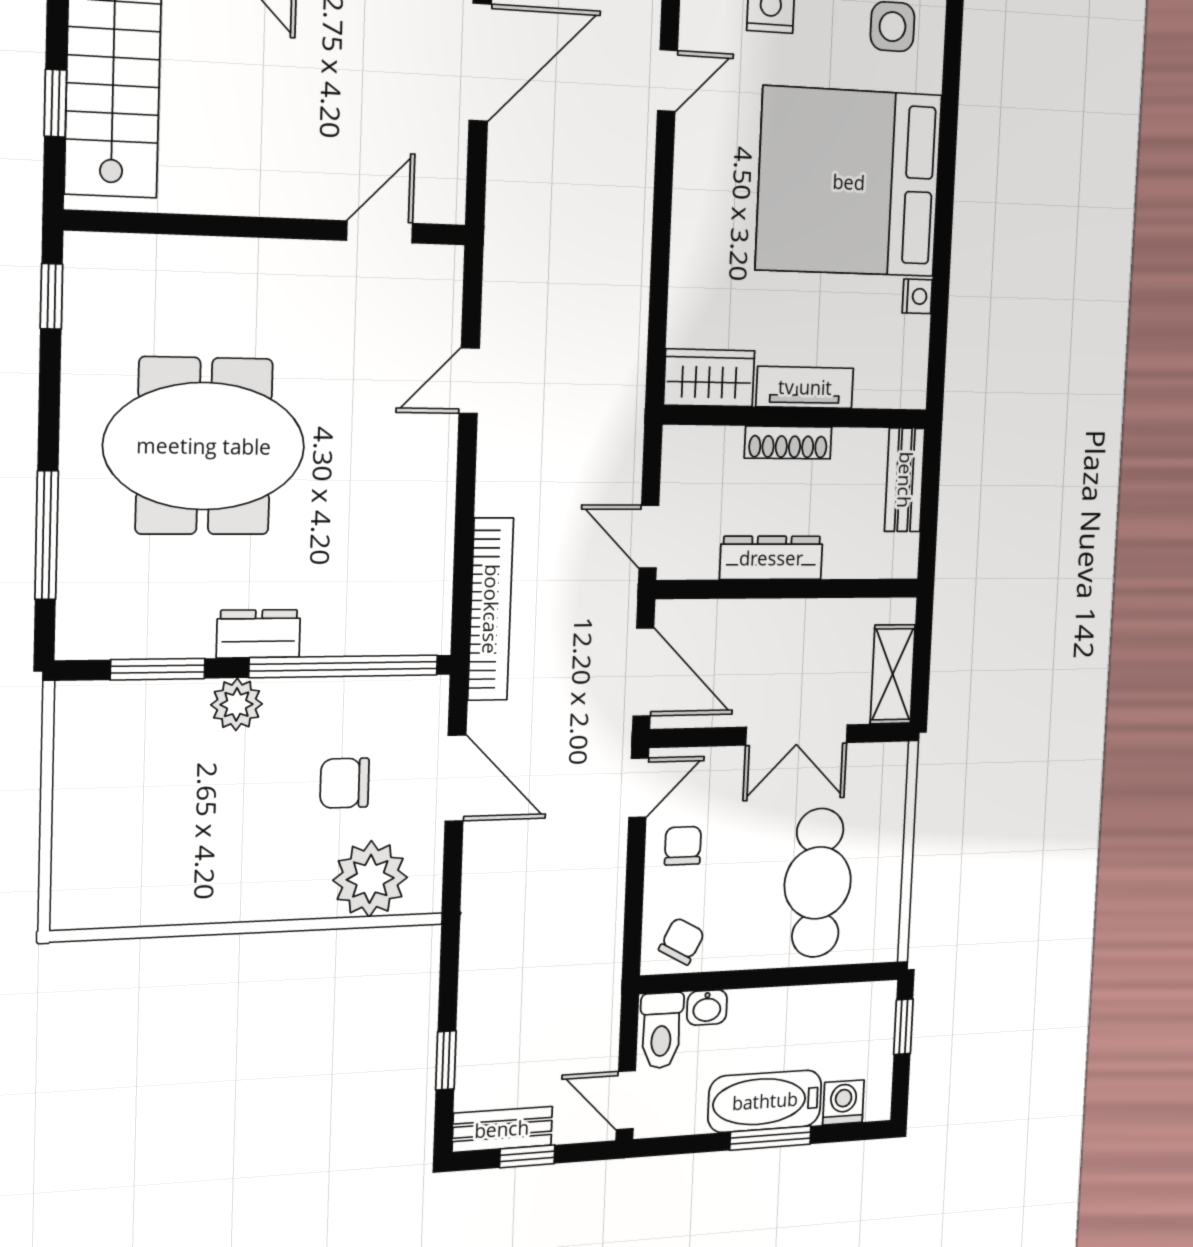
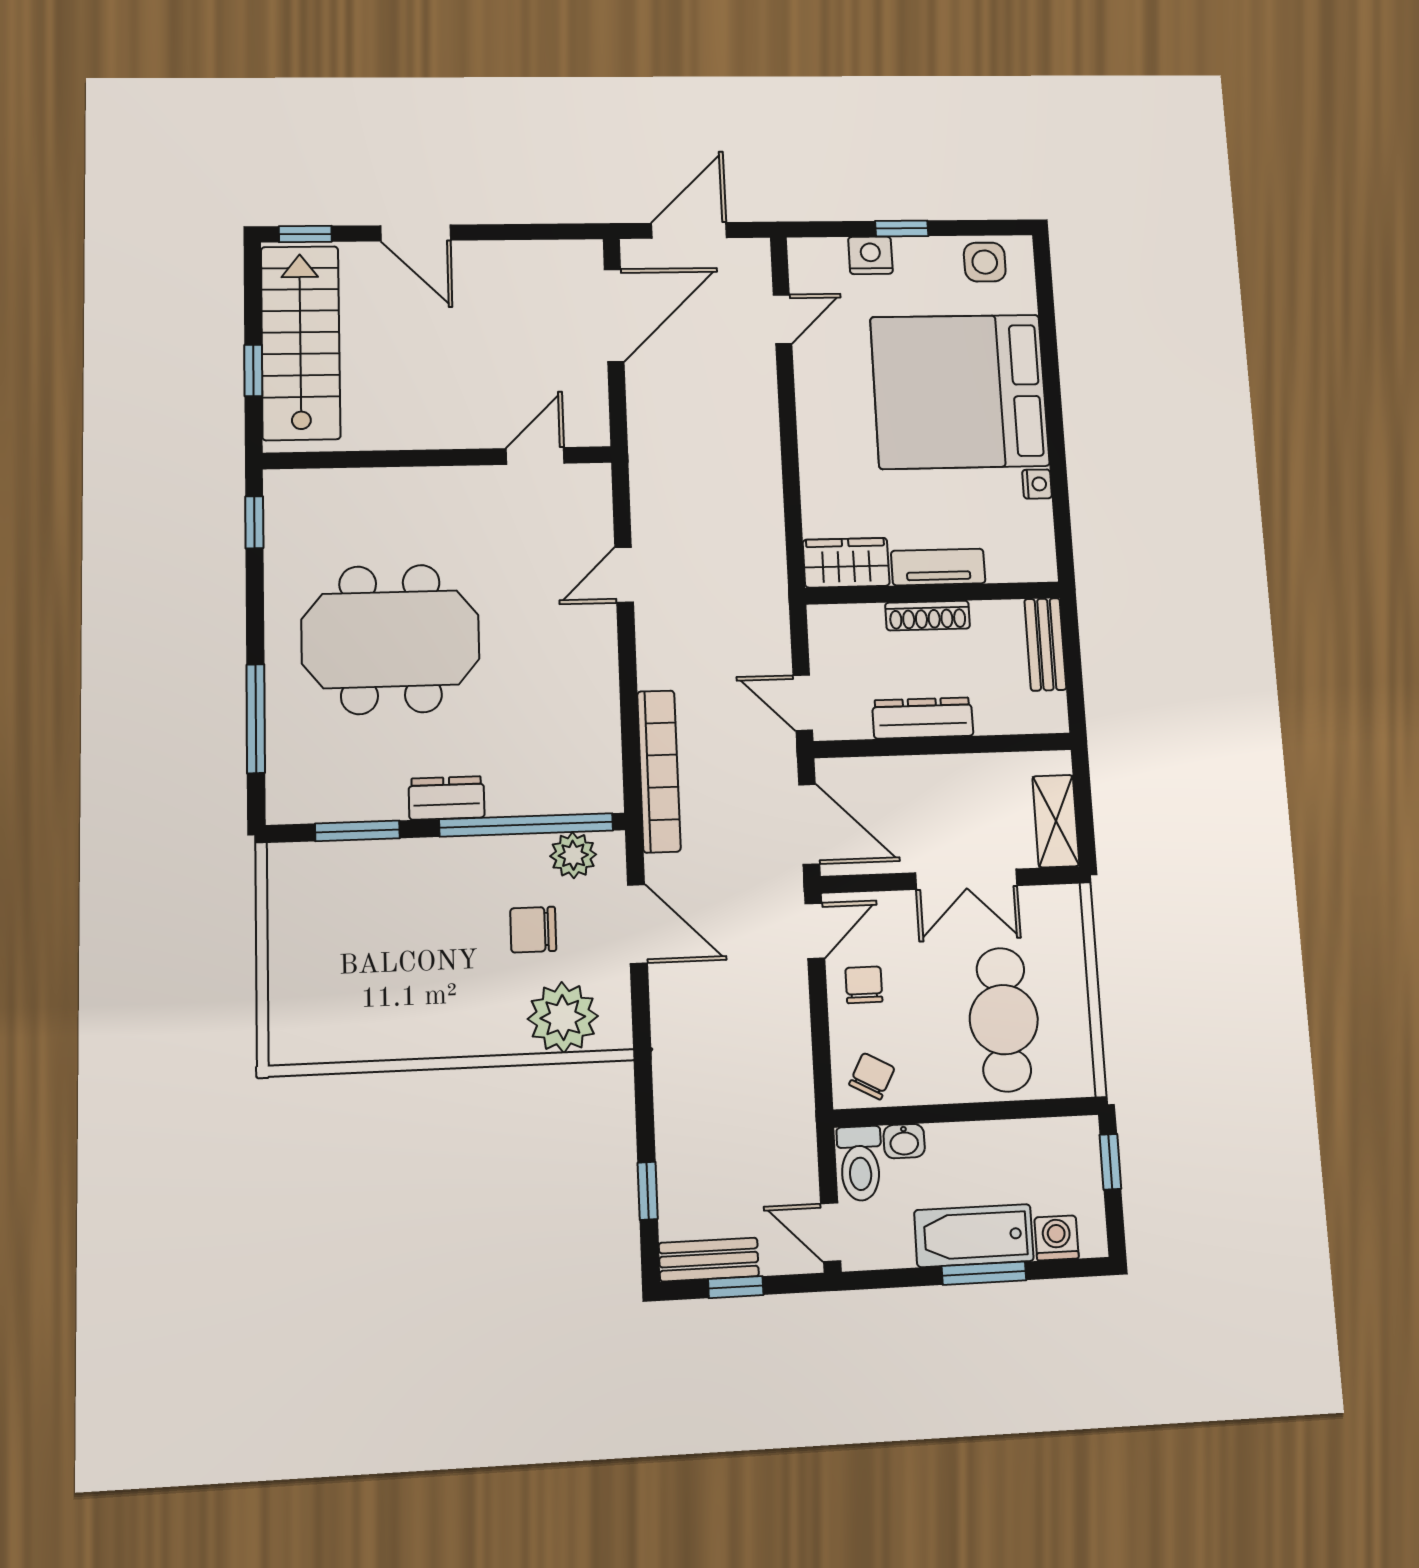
plant: (237, 704) -> (573, 855), moved

